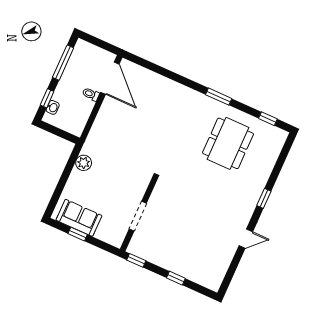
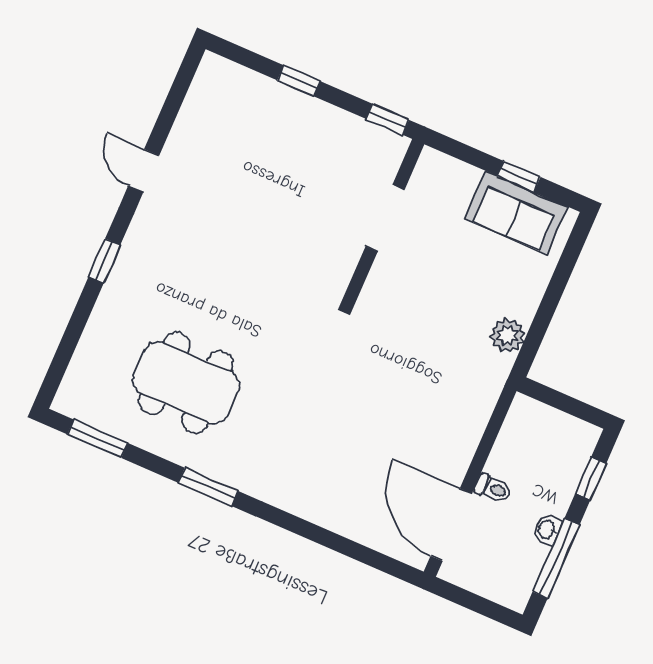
washbasin: (53, 107) -> (547, 530), moved
window: (268, 119) -> (97, 439), width x1.50
dining table: (228, 143) -> (186, 383), turned 90
door: (246, 239) -> (144, 171), hinge flipped

